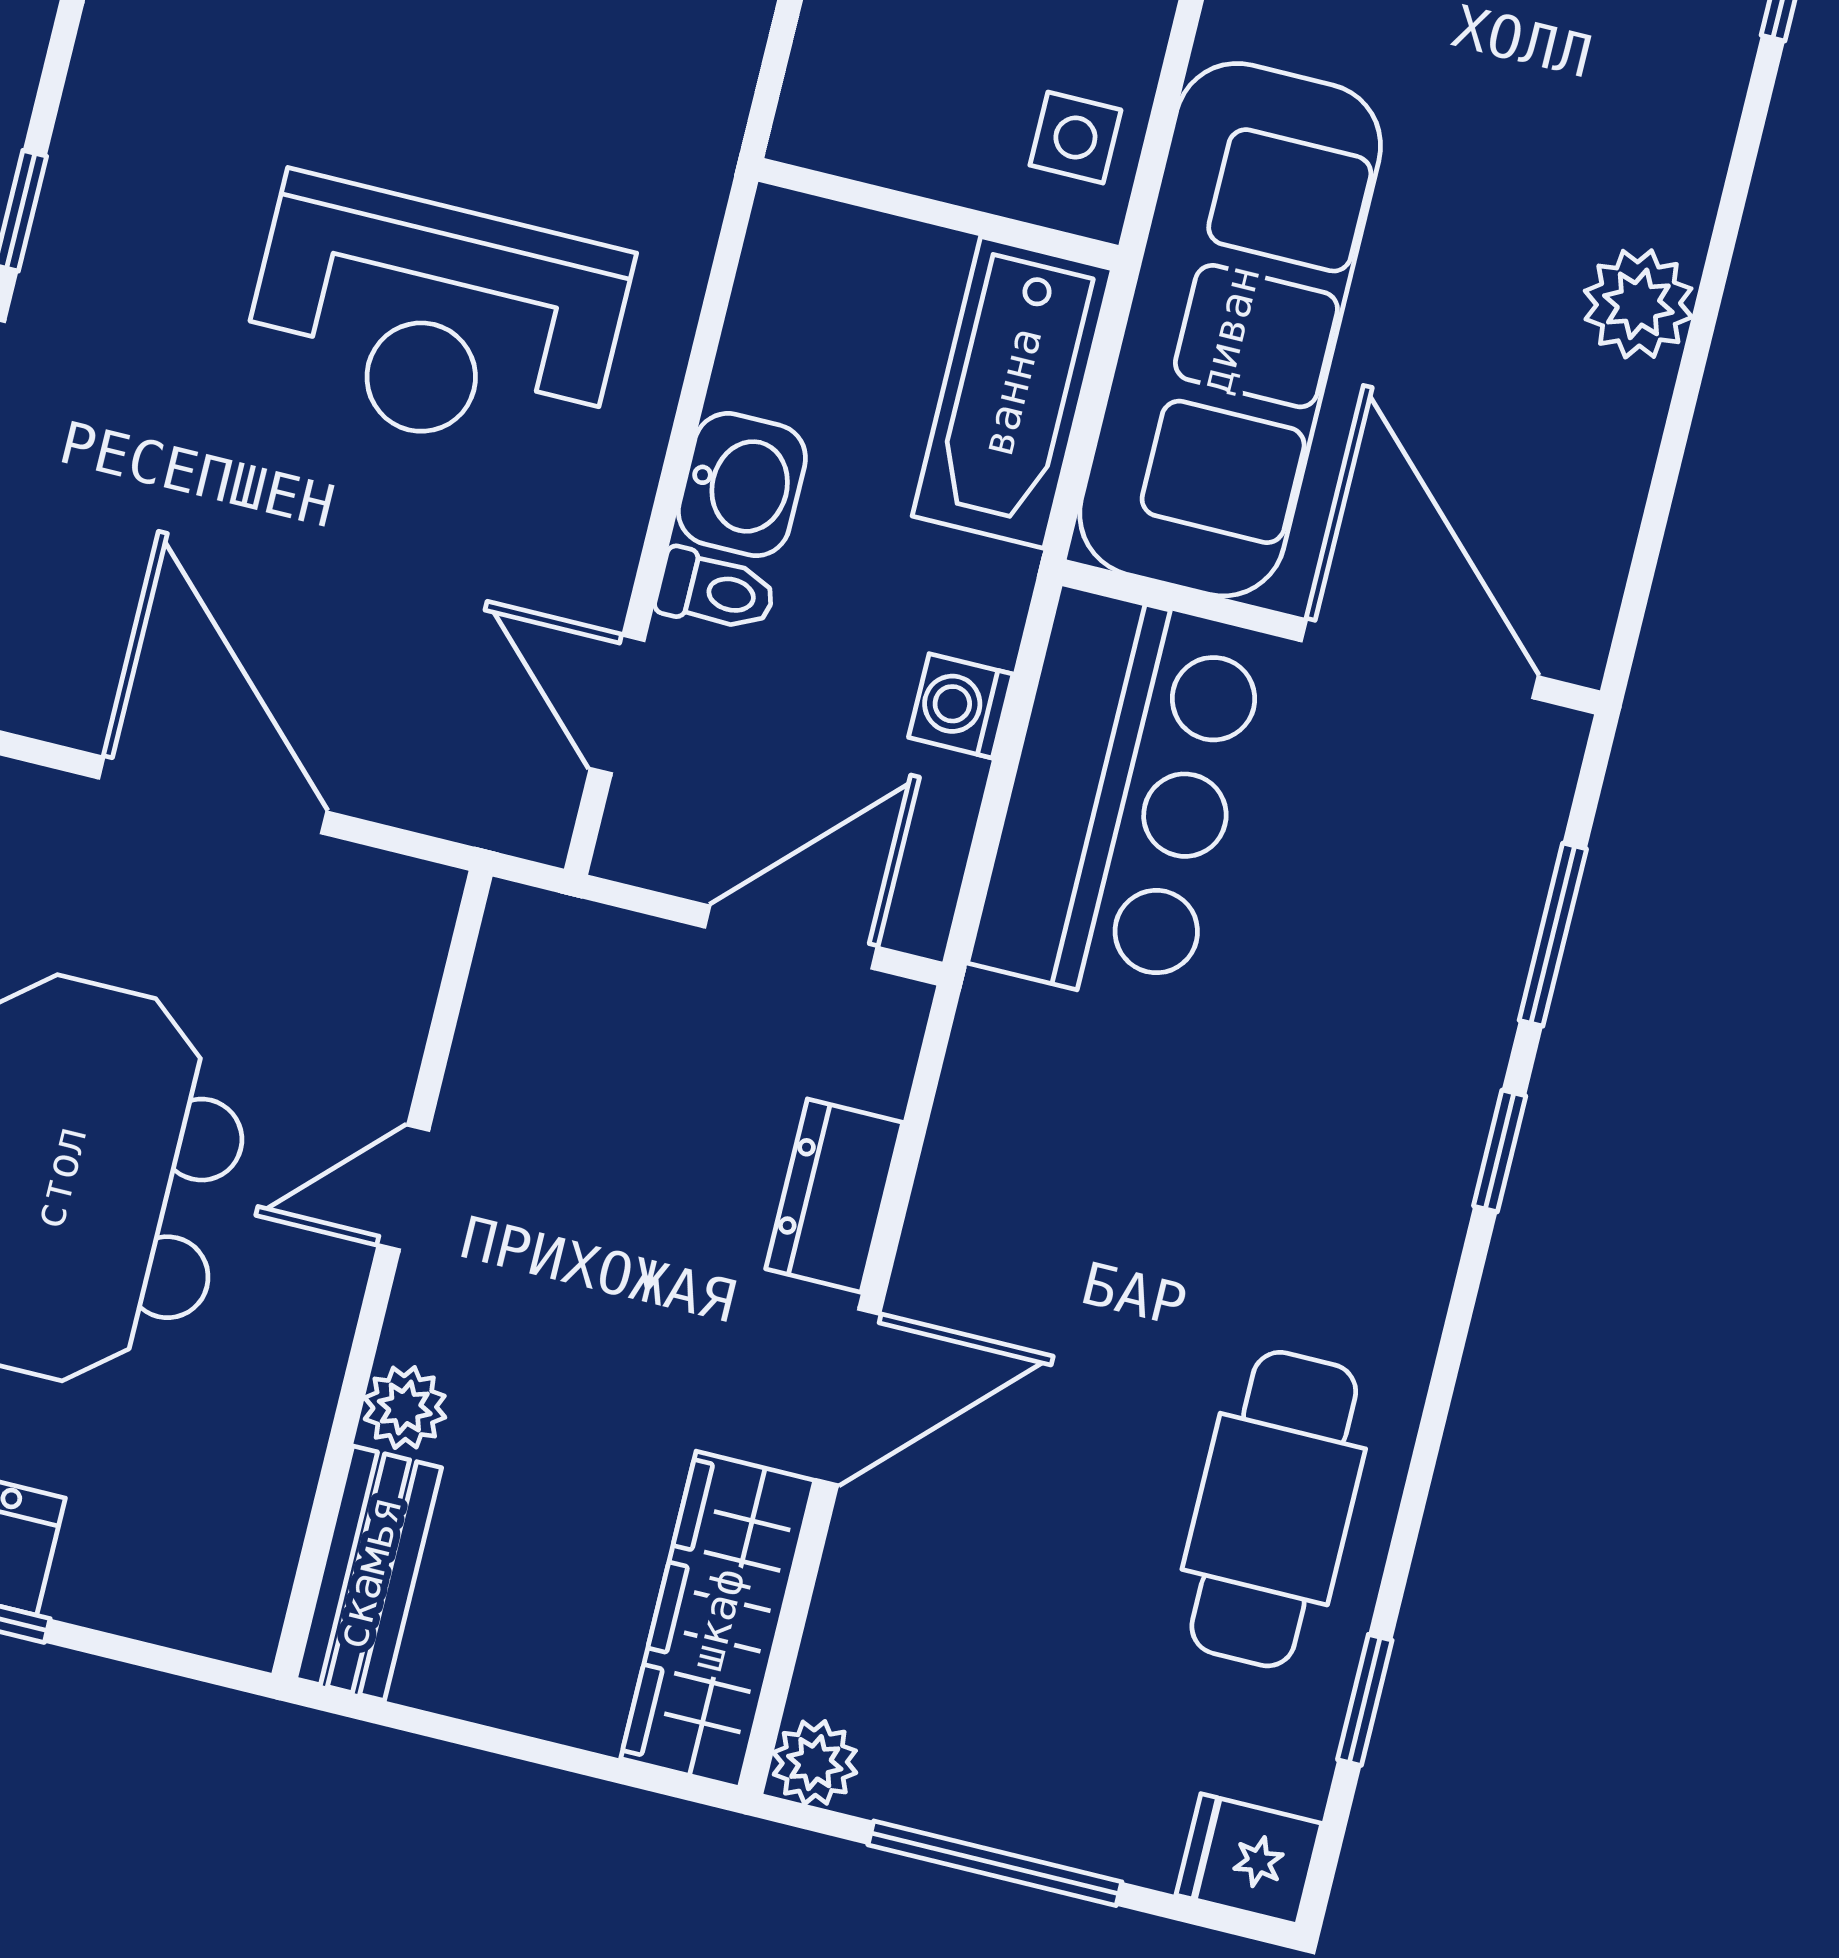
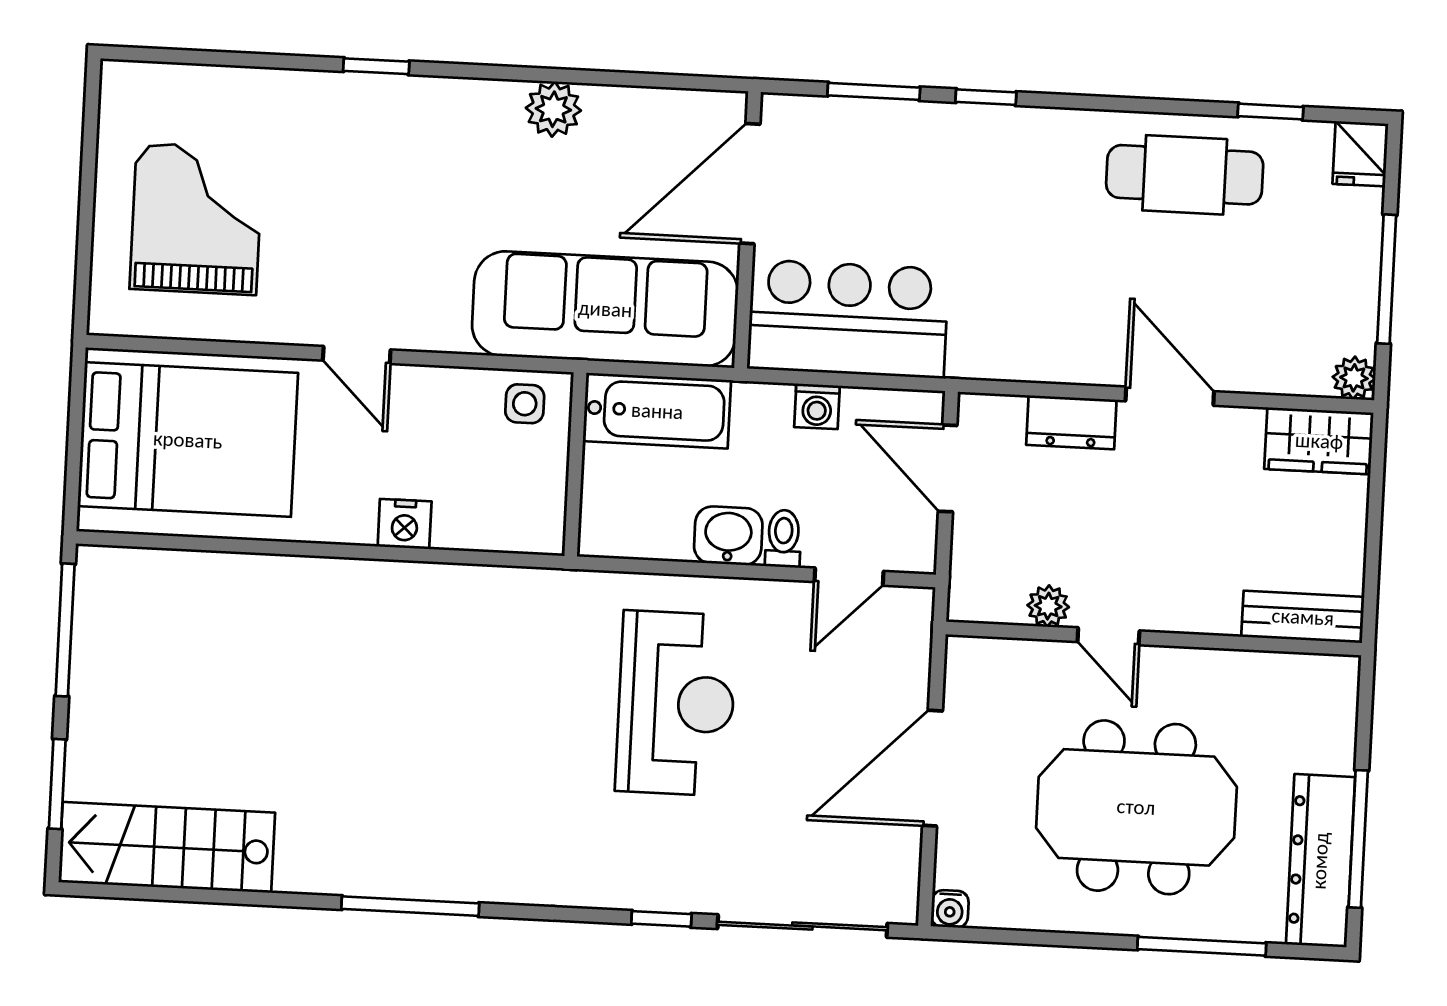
plant: (405, 1408) -> (1048, 606), moved
wardrobe: (718, 1620) -> (1319, 441), width x0.67

